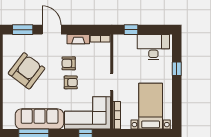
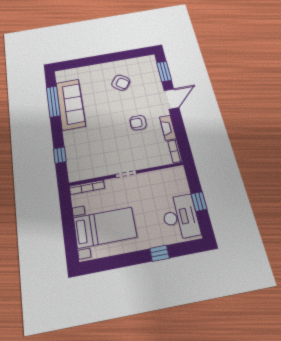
window: (131, 30) -> (199, 201), moved
armchair: (69, 63) -> (138, 123), turned -90
armchair: (27, 71) -> (121, 83), width x0.53, depth x0.53
armchair: (71, 82) -> (117, 129), removed
corner sofa: (87, 113) -> (85, 153), removed

